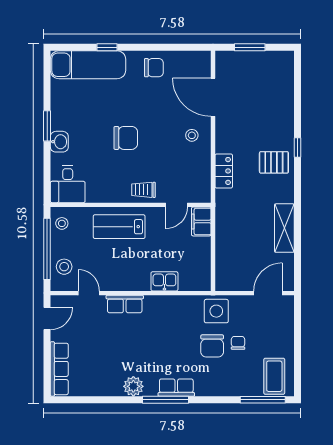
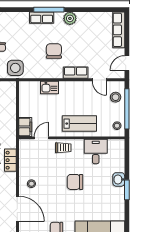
desk: (68, 184) -> (96, 152), moved
chair: (212, 346) -> (54, 51), moved

